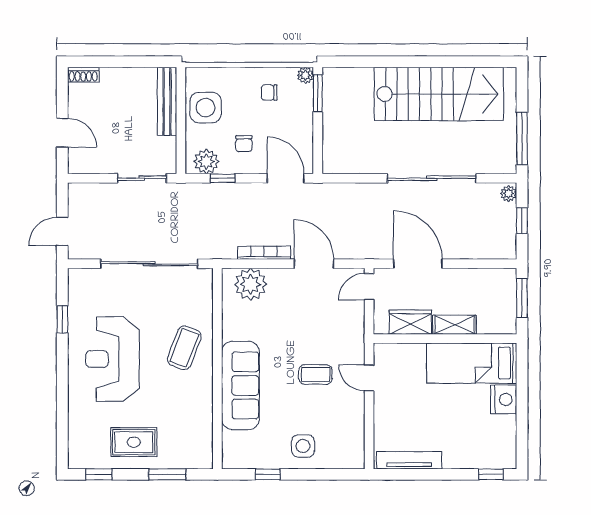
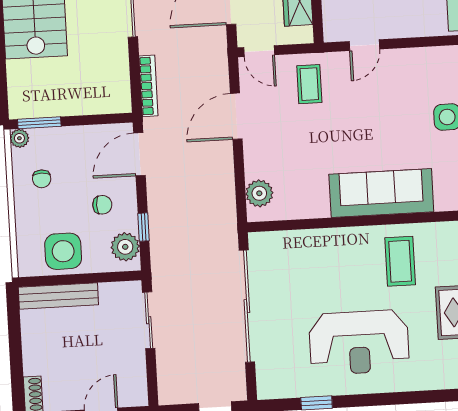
bookcase: (264, 253) -> (148, 86), moved, turned 180
plant: (250, 284) -> (259, 193), width x0.73, depth x0.73
coffee table: (184, 348) -> (400, 261), moved, turned 69
coffee table: (316, 374) -> (309, 84), moved

